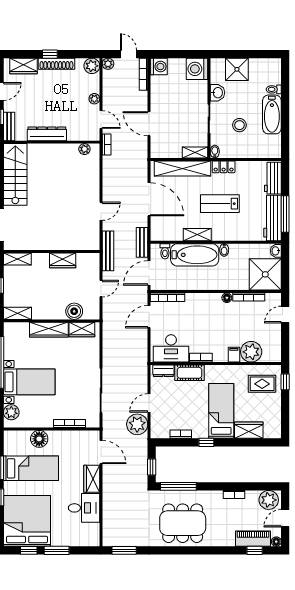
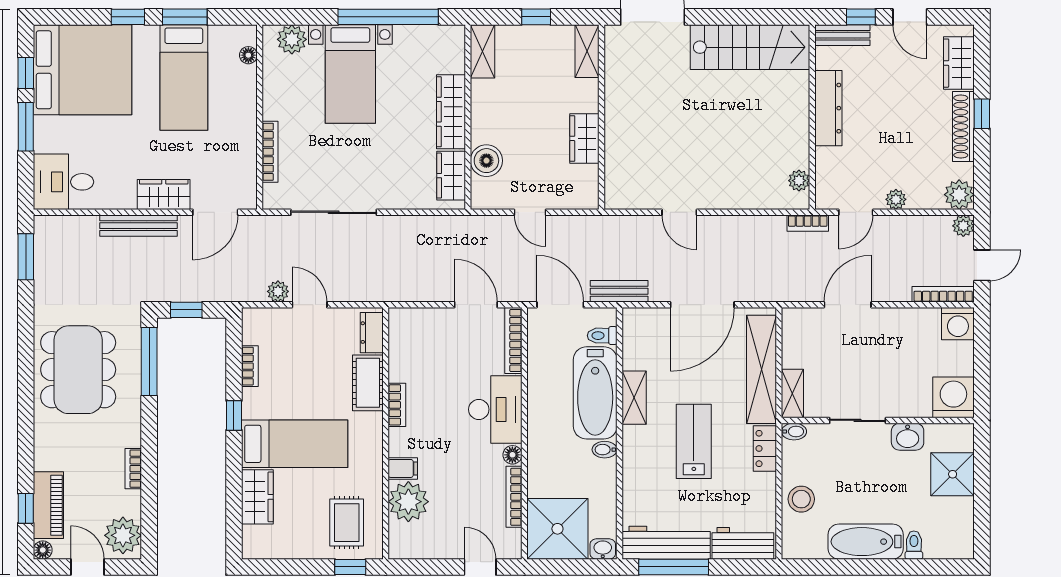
stool: (239, 125) -> (801, 499), moved
bench: (108, 251) -> (139, 226), moved
desk: (171, 348) -> (495, 409), moved, turned 180
plant: (137, 424) -> (278, 291), width x0.53, depth x0.53
floor lamp: (39, 439) -> (248, 55), moved, width x0.53, depth x0.53
desk: (84, 508) -> (64, 182), moved, turned 90

